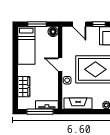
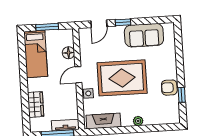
door: (79, 24) -> (99, 24), hinge flipped
floor lamp: (53, 32) -> (68, 53), moved
door: (60, 65) -> (78, 75), hinge flipped

